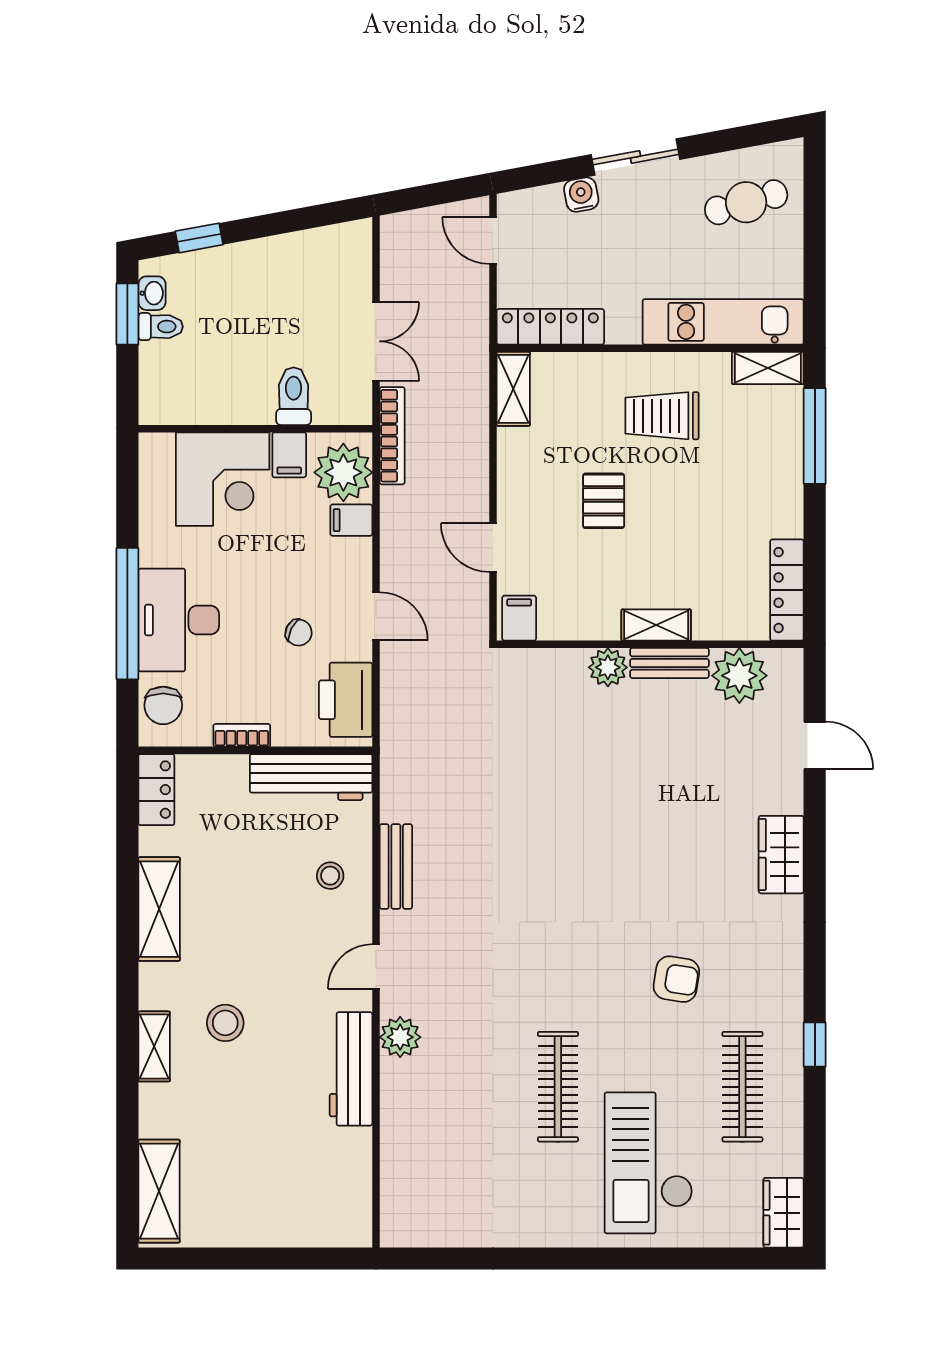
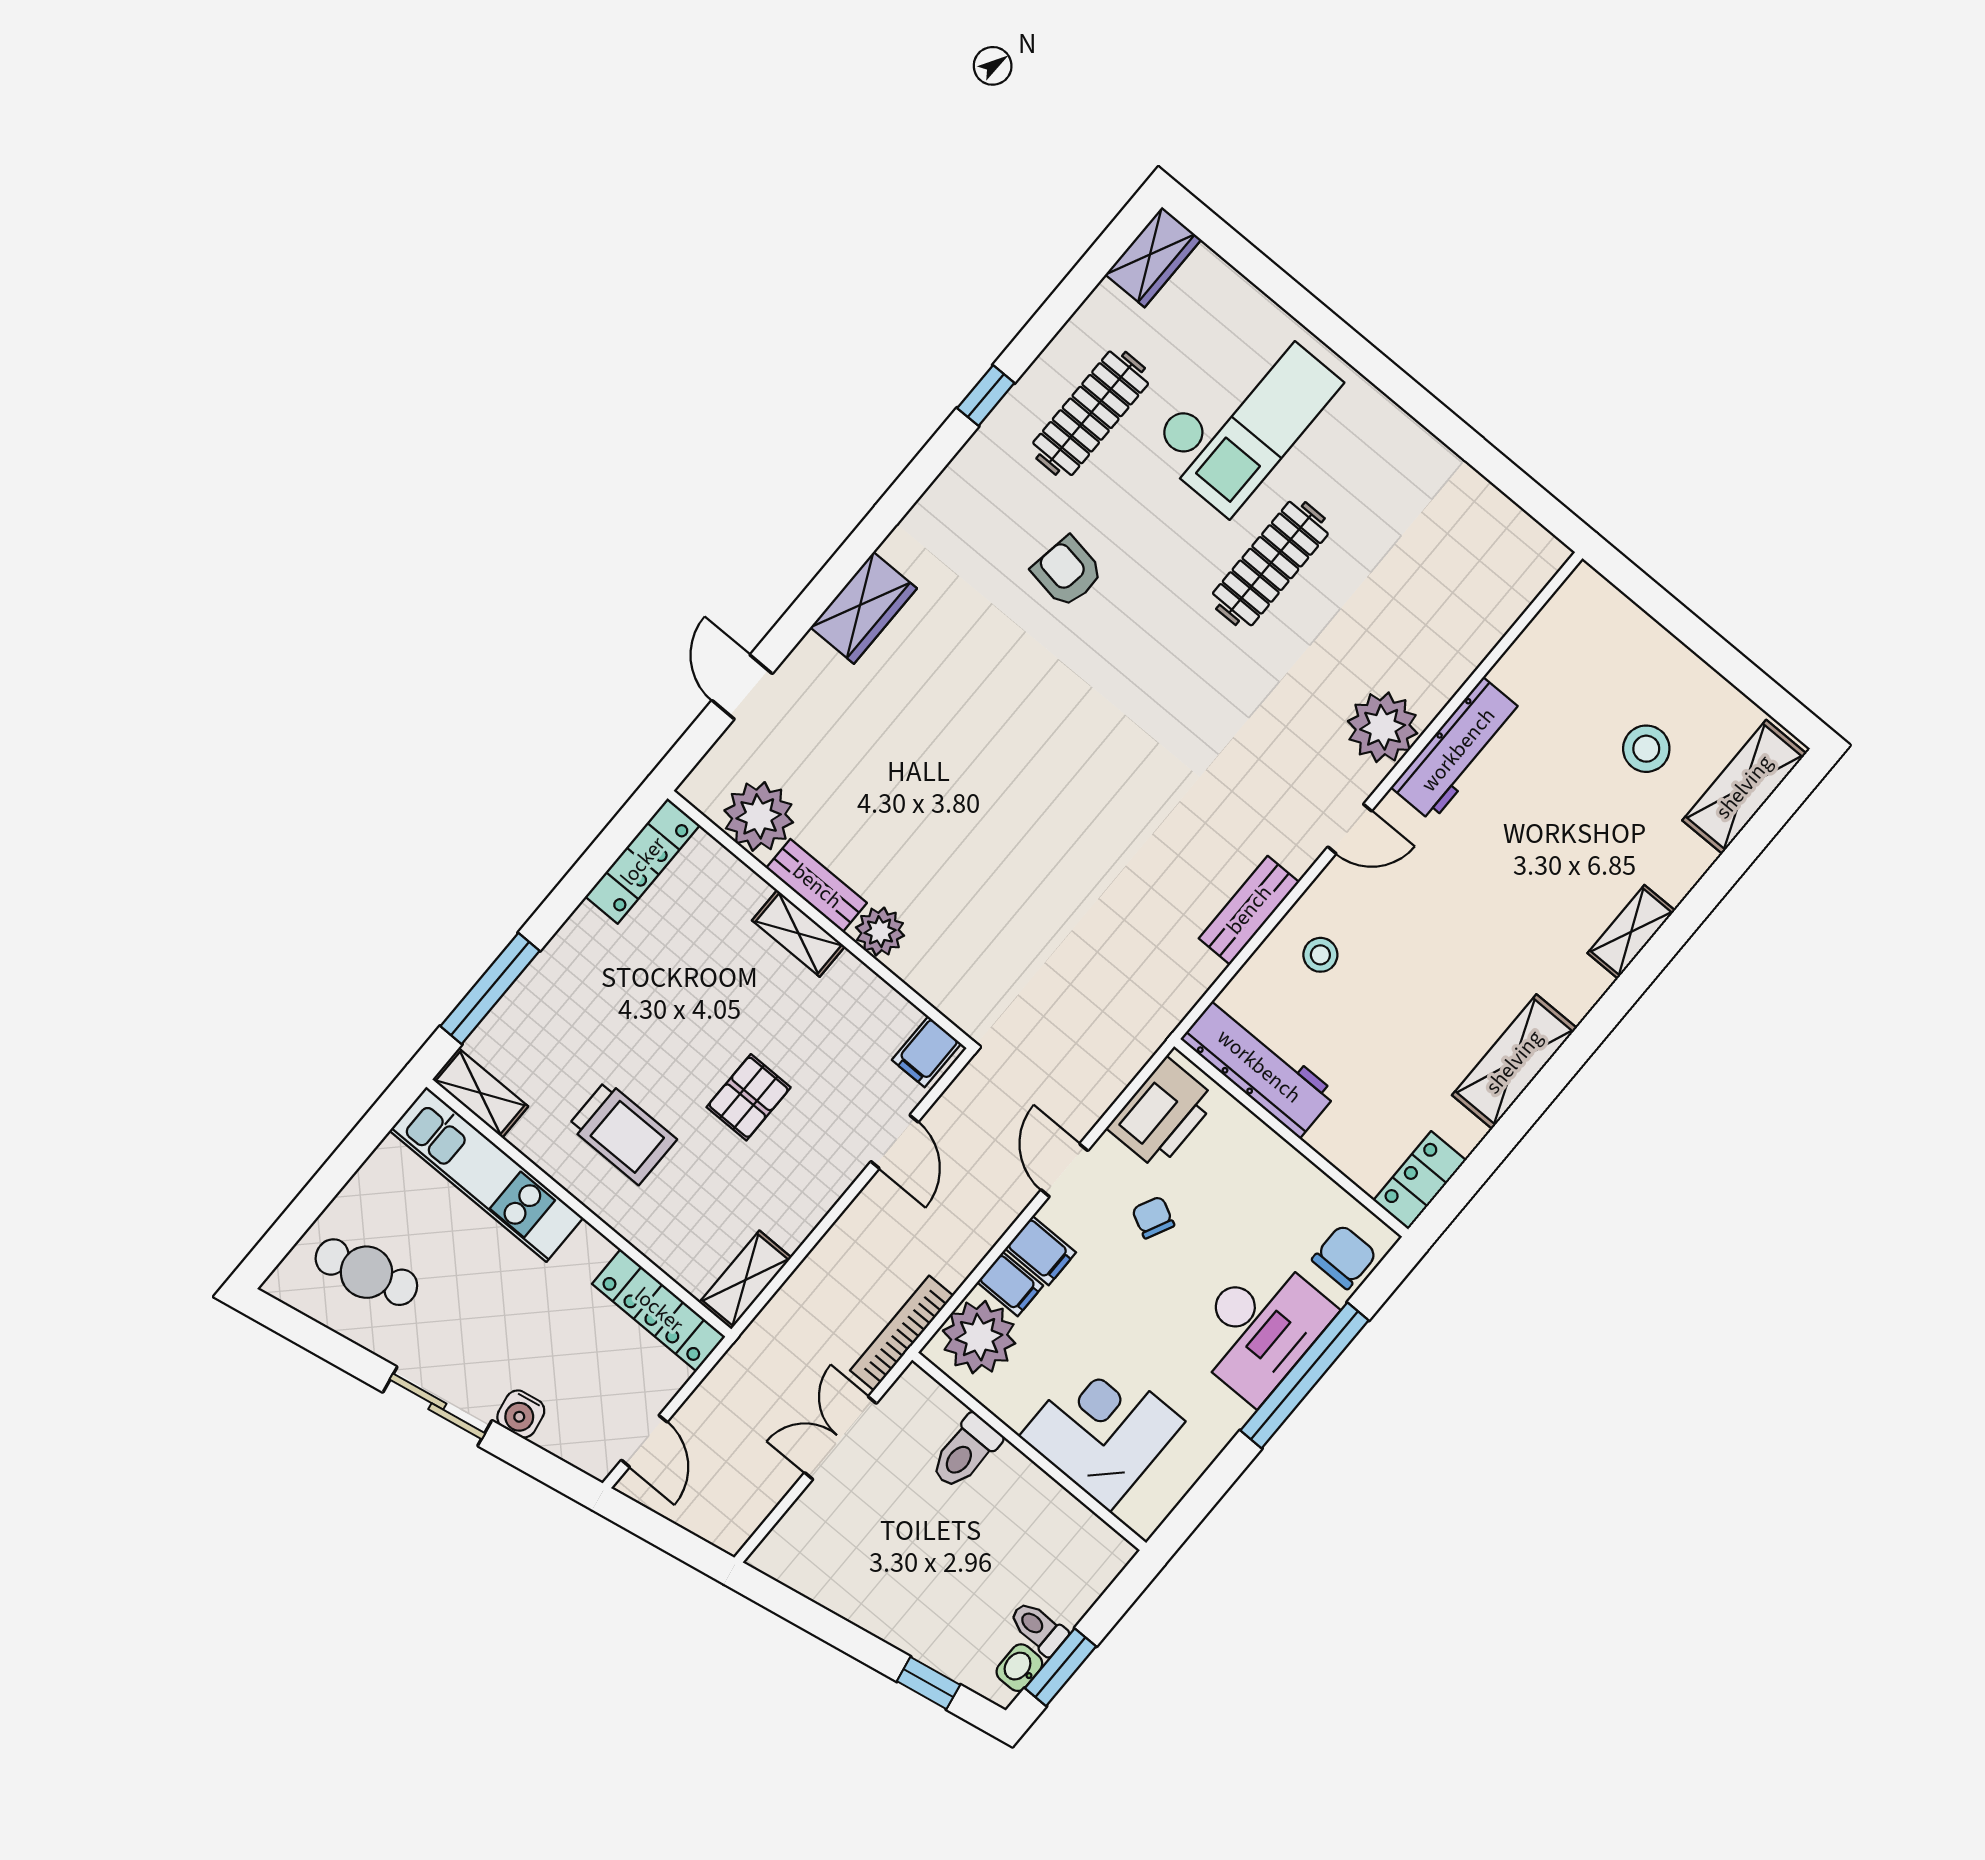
filing cabinet: (289, 455) -> (1041, 1251), moved, turned 90
bookcase: (242, 735) -> (1292, 1164), removed
stool: (225, 1023) -> (1646, 749), moved
plant: (400, 1037) -> (1383, 727), width x1.36, depth x1.36

